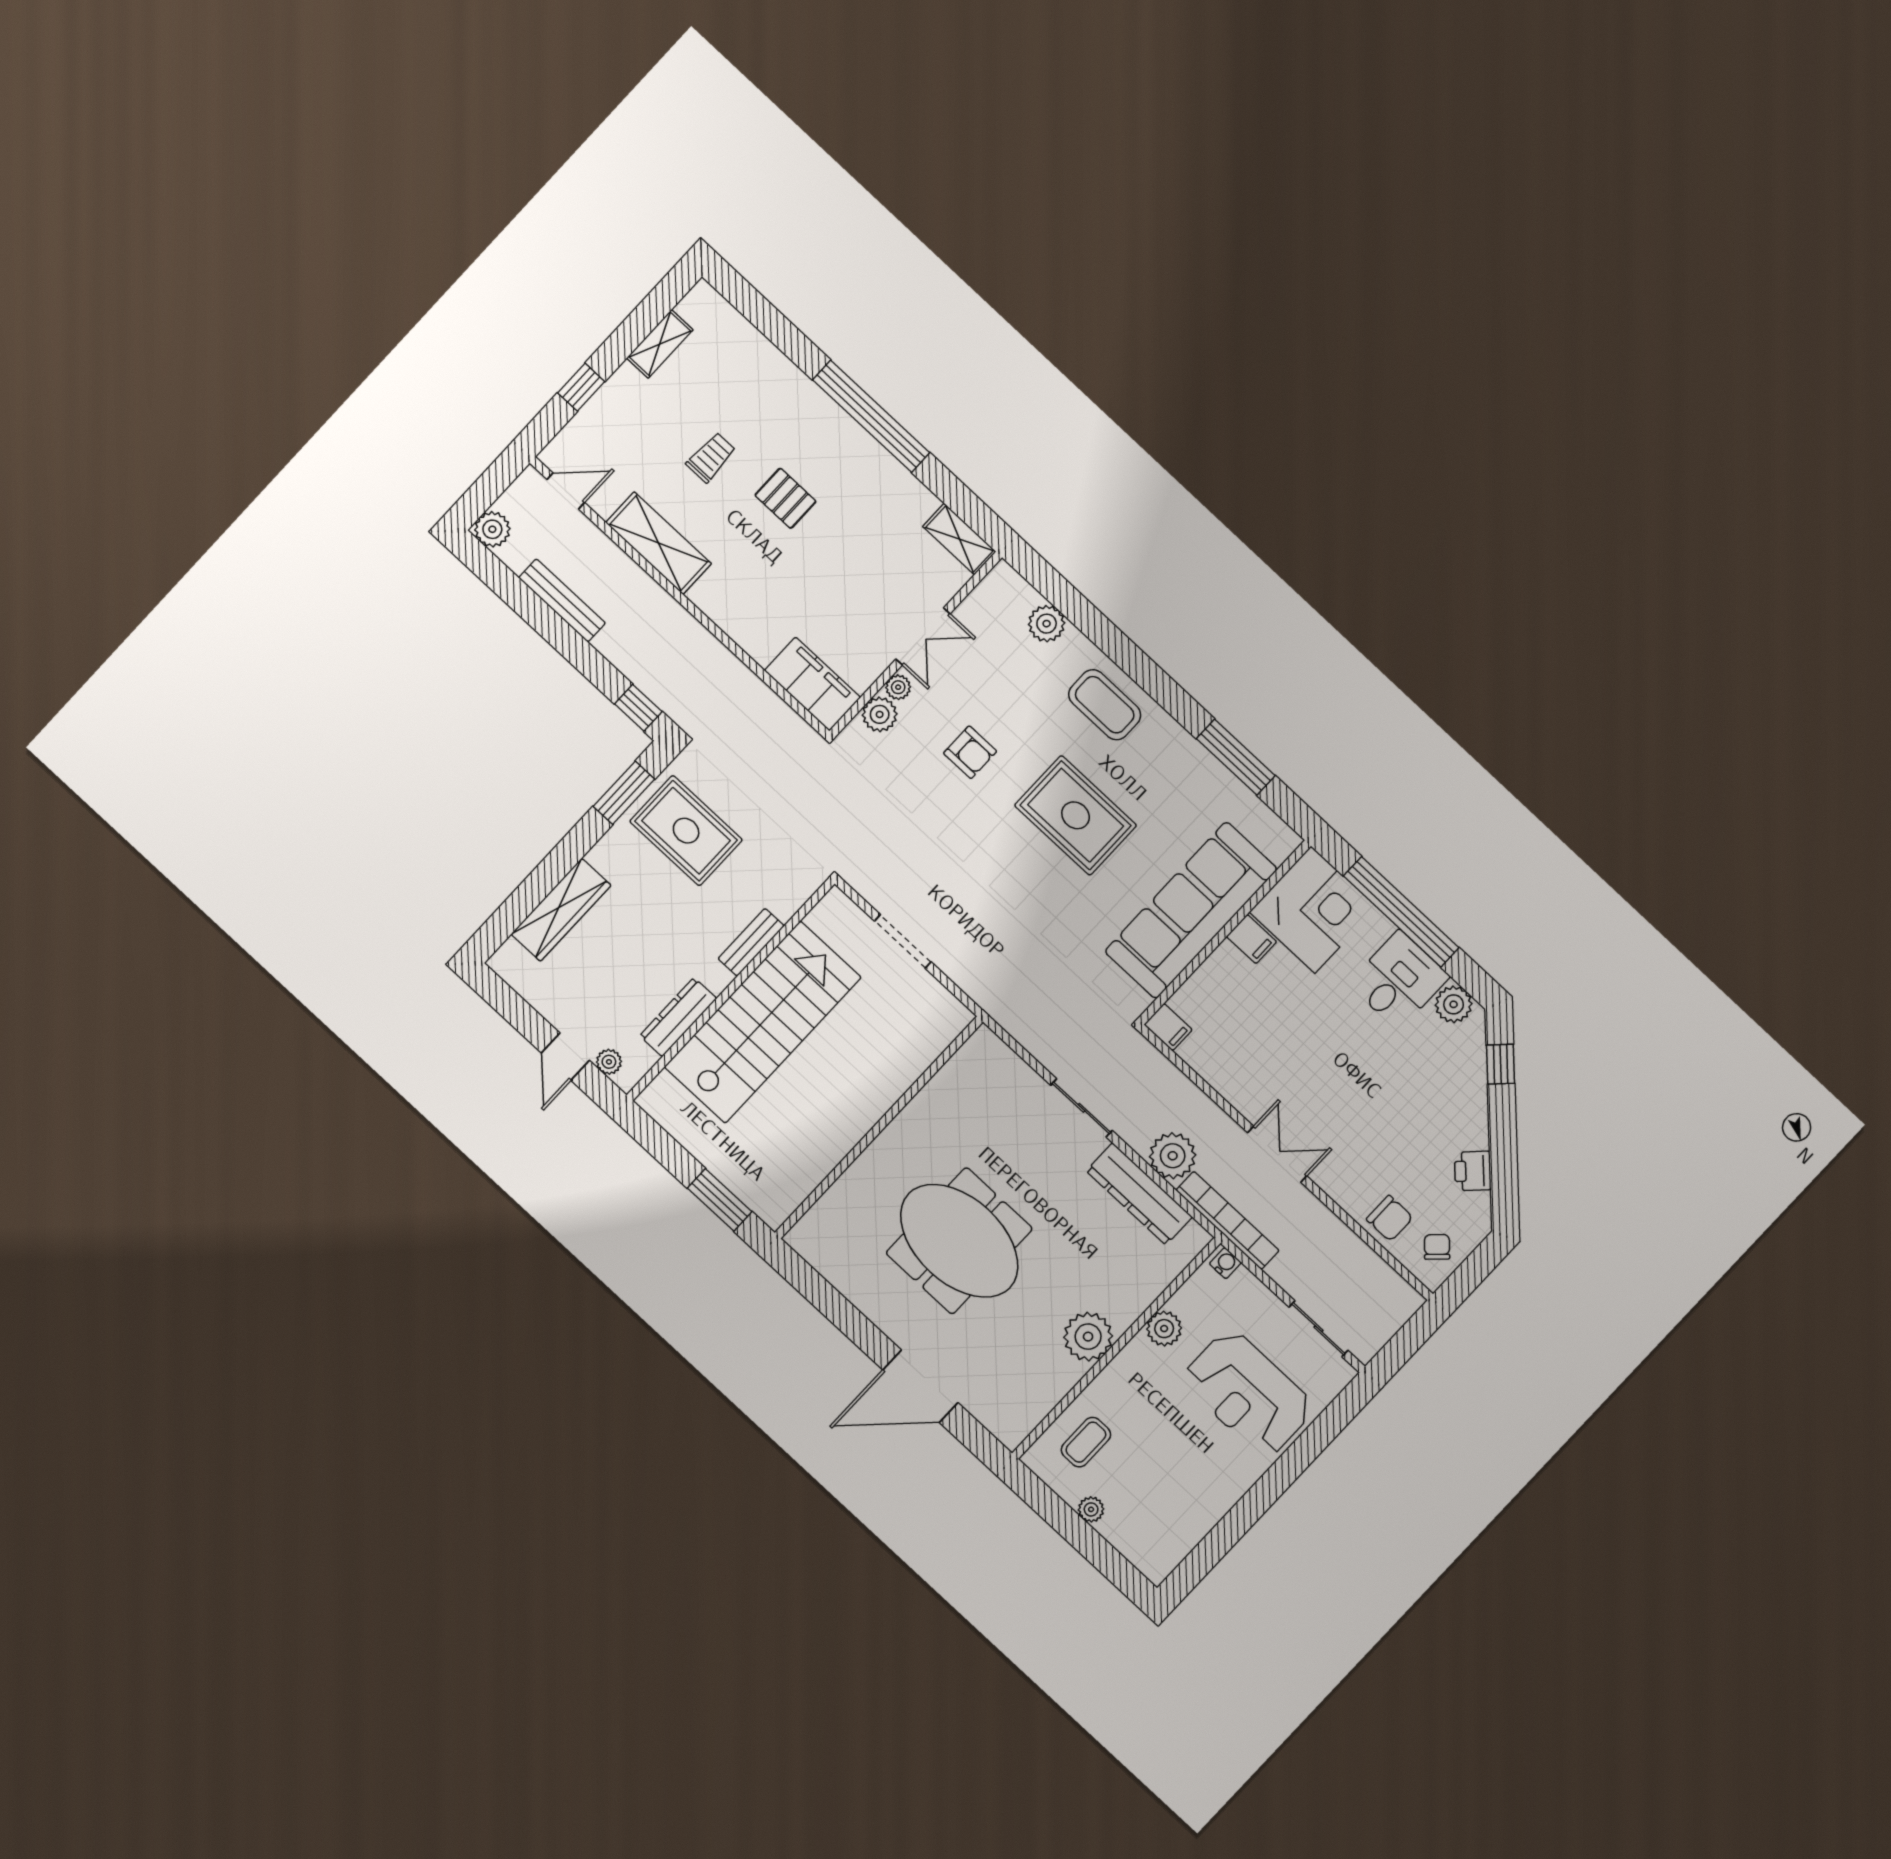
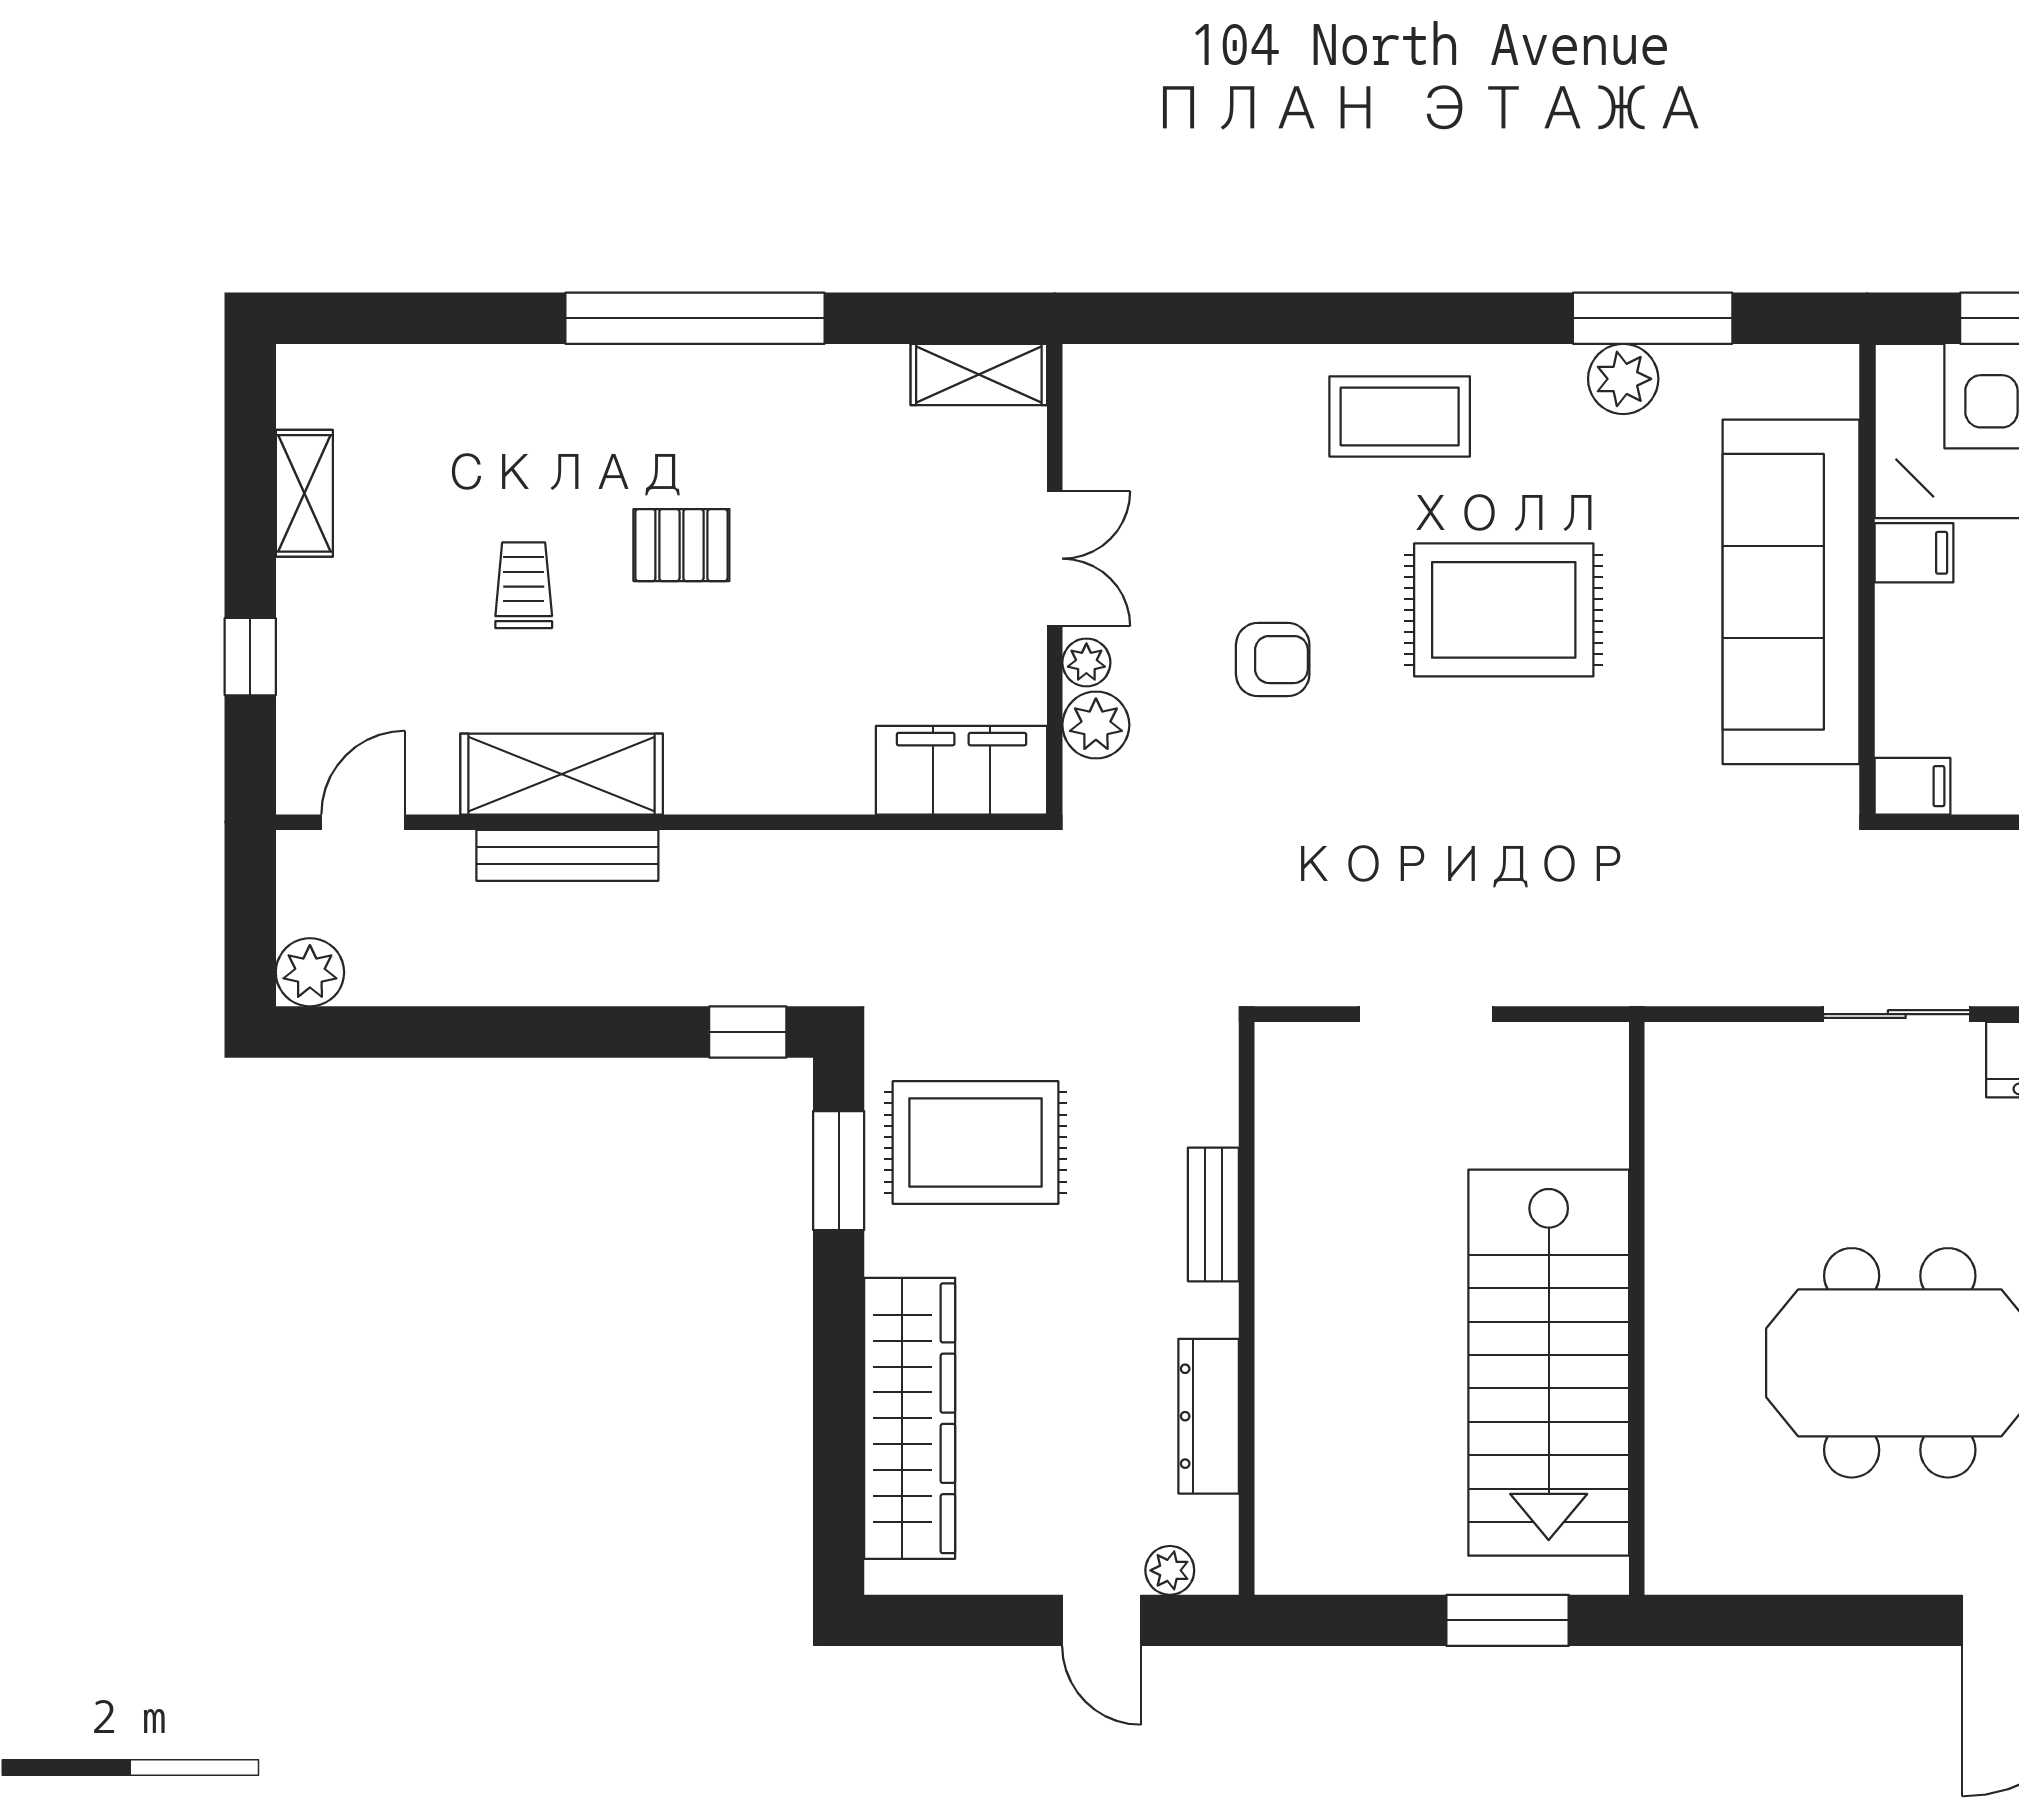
bench: (562, 600) -> (567, 855), moved
plant: (1047, 624) -> (1623, 379), moved
wardrobe: (561, 910) -> (910, 1418), width x1.40, depth x1.17
stairs: (763, 1022) -> (1549, 1363), moved, turned 180

